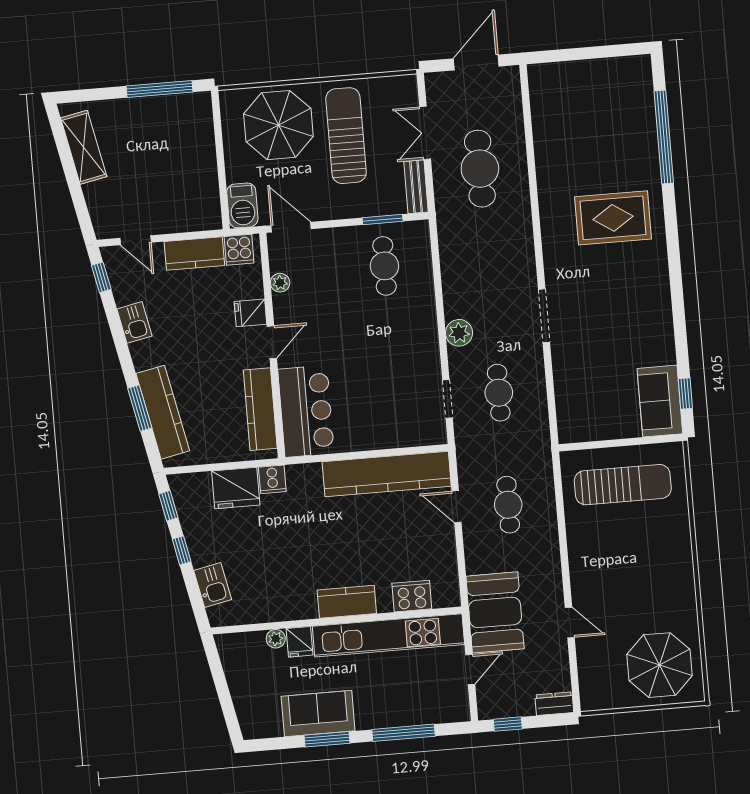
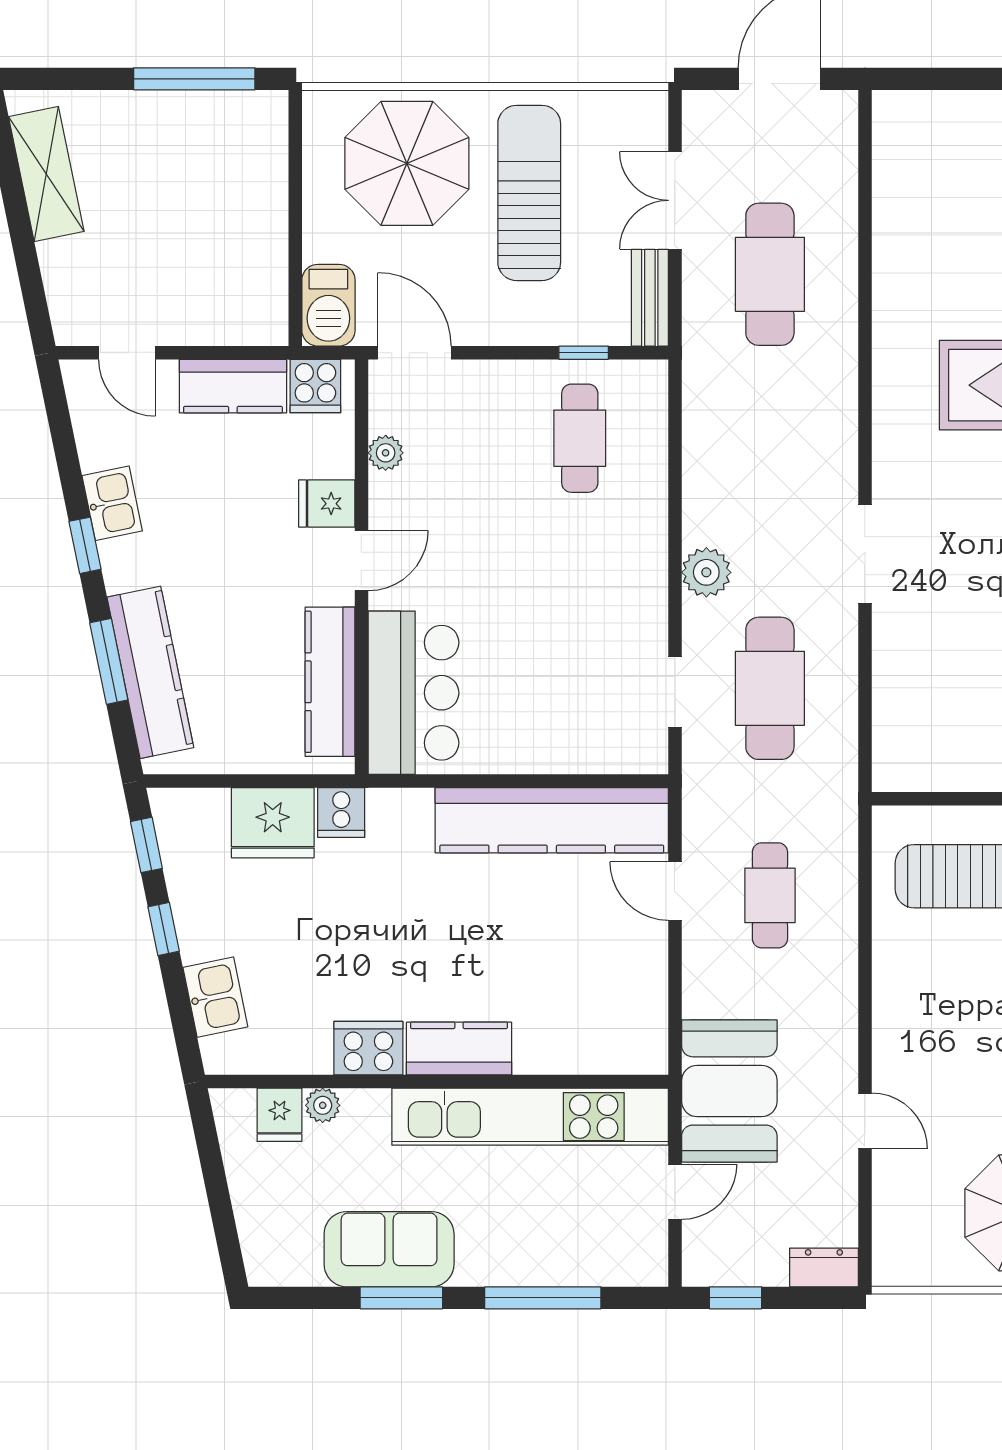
window: (383, 219) -> (584, 353), width x0.67
window: (101, 277) -> (85, 545), moved
cafe table: (499, 393) -> (770, 688), width x1.37, depth x1.35
cooker: (412, 596) -> (368, 1048), moved
fridge: (299, 642) -> (279, 1115), moved

